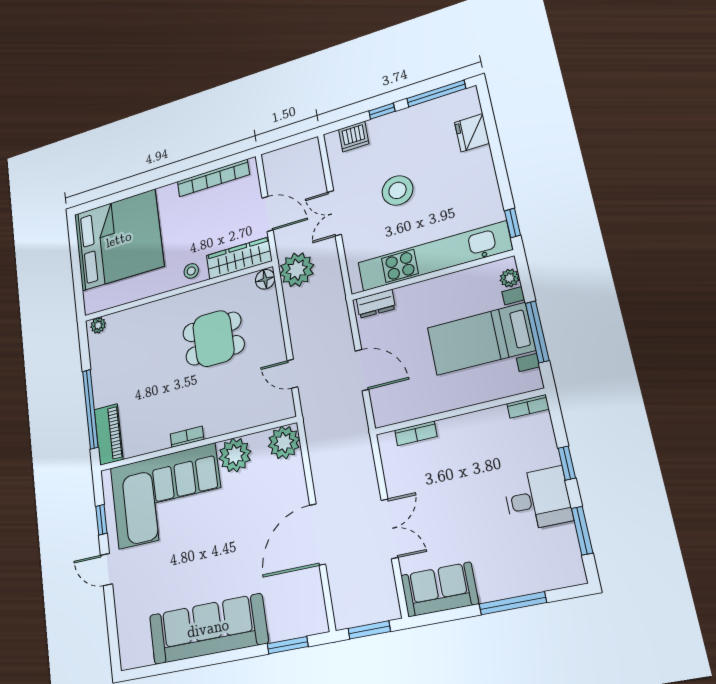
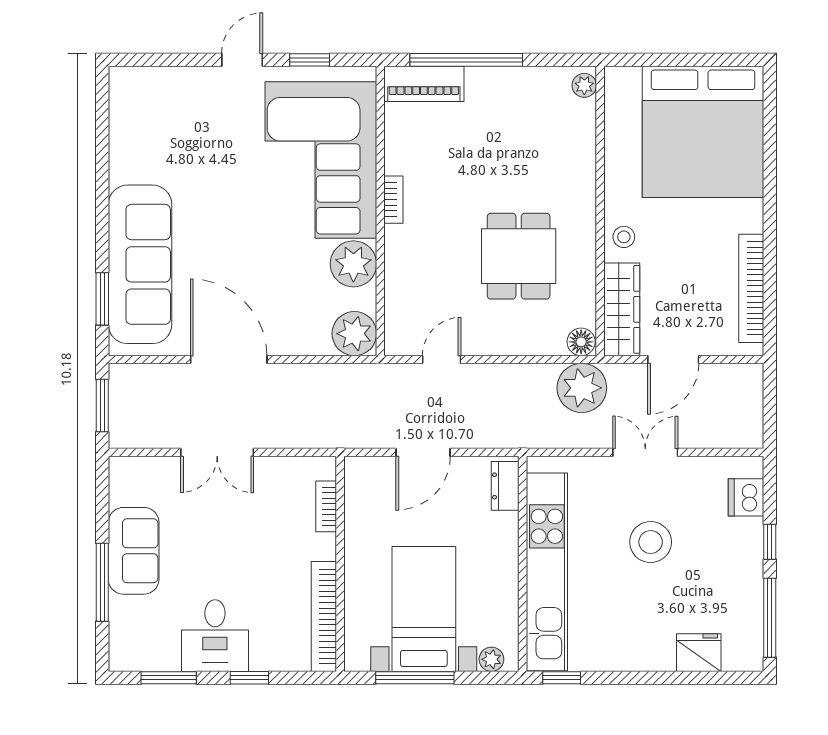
bookcase: (528, 406) -> (324, 616), width x2.31, depth x1.31
sofa: (439, 590) -> (134, 551), moved
sofa: (208, 629) -> (140, 264), moved

